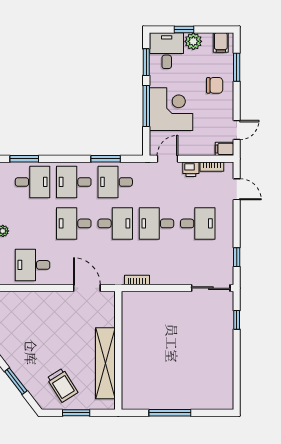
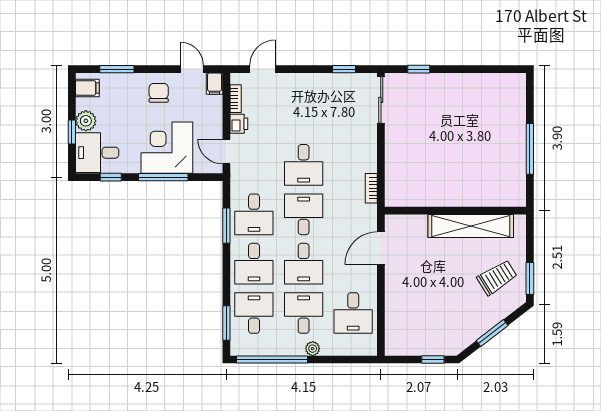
window: (146, 62) -> (111, 177), width x0.67
chair: (215, 85) -> (159, 93), moved
desk: (198, 223) -> (304, 313), moved
window: (76, 413) -> (530, 278), moved

